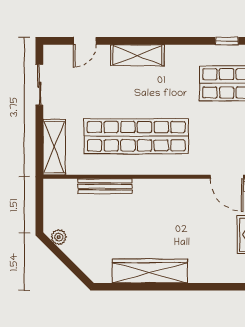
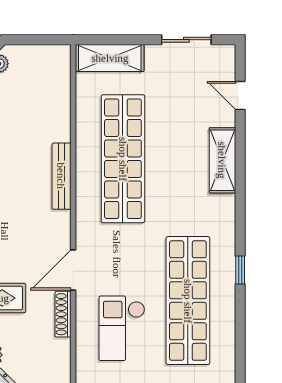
bench: (105, 186) -> (61, 176), moved

